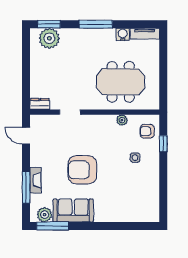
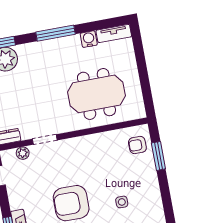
plant: (122, 120) -> (23, 153), moved
window: (163, 144) -> (158, 156), width x1.50
side table: (135, 158) -> (122, 202), moved

